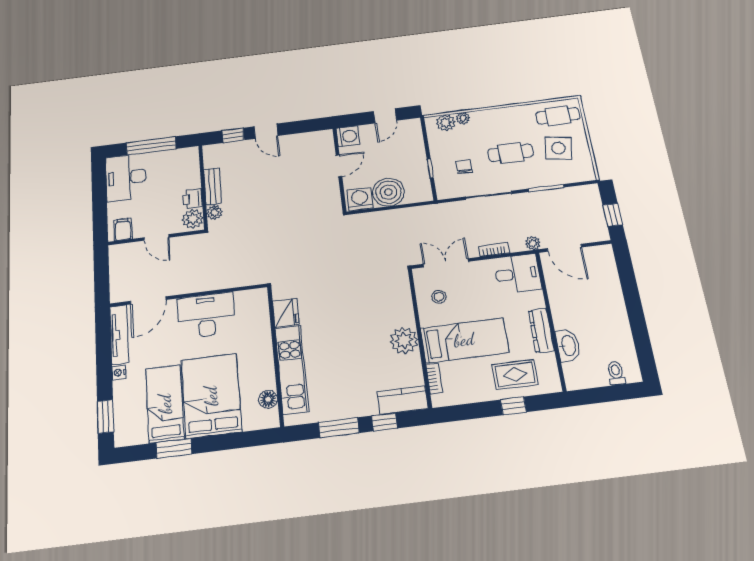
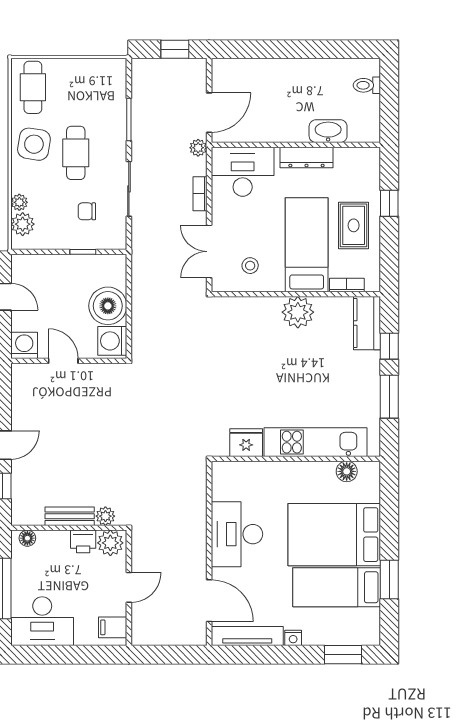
side table: (558, 148) -> (34, 144), moved
floor lamp: (193, 158) -> (27, 538), added
desk: (518, 274) -> (243, 172), width x1.37
rug: (515, 374) -> (354, 225), moved

